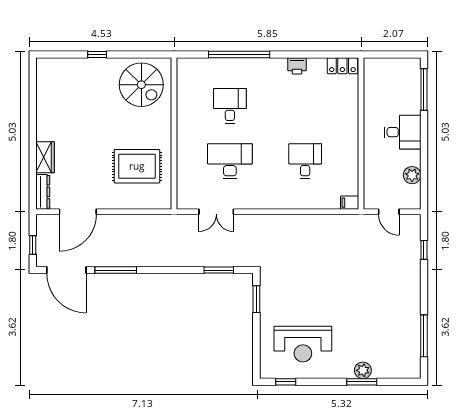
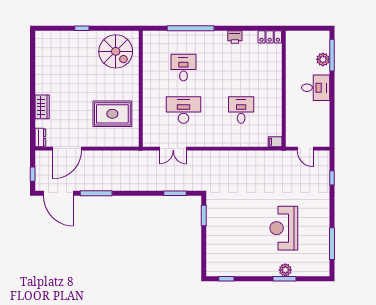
plant: (412, 175) -> (323, 59), moved
dresser: (43, 192) -> (40, 138), width x0.70
reception desk: (303, 344) -> (284, 228), moved, turned 90

